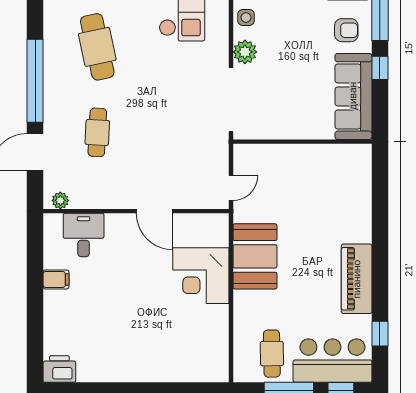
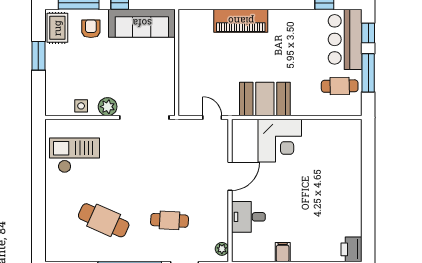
cafe table: (97, 47) -> (104, 220), turned 36
desk: (84, 235) -> (248, 217), moved
piano: (357, 279) -> (241, 21), moved

